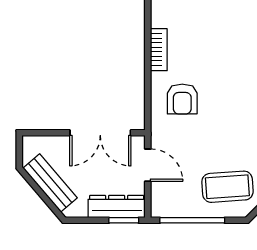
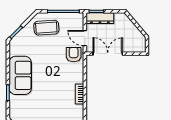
armchair: (182, 99) -> (74, 55), moved
bench: (50, 183) -> (132, 29), removed

